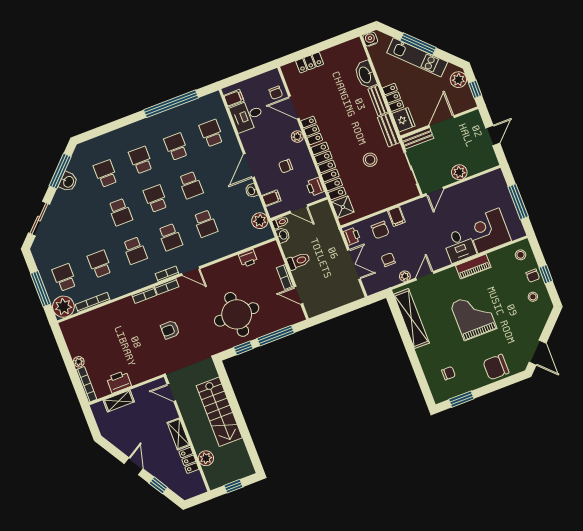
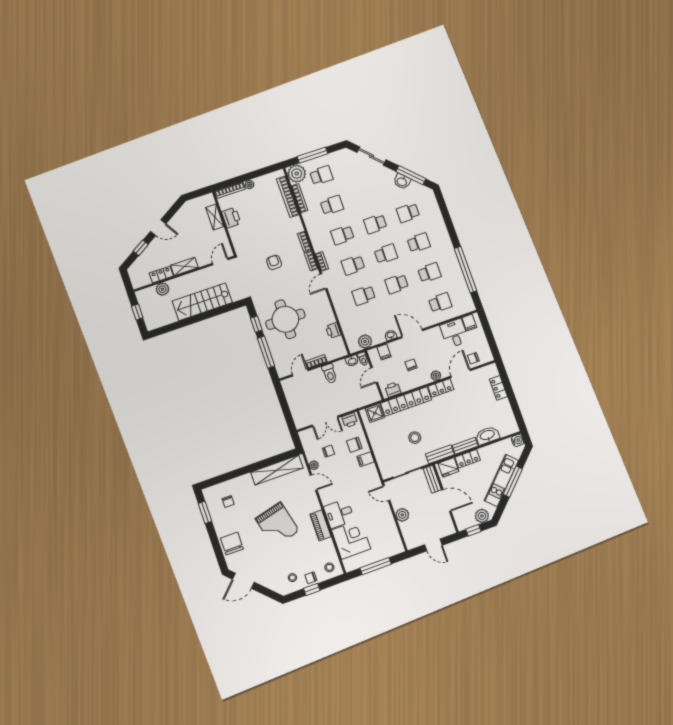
school desk: (106, 174) -> (408, 213), turned 180
bookcase: (92, 316) -> (288, 197), added
grand piano: (474, 316) -> (277, 525), turned 76

